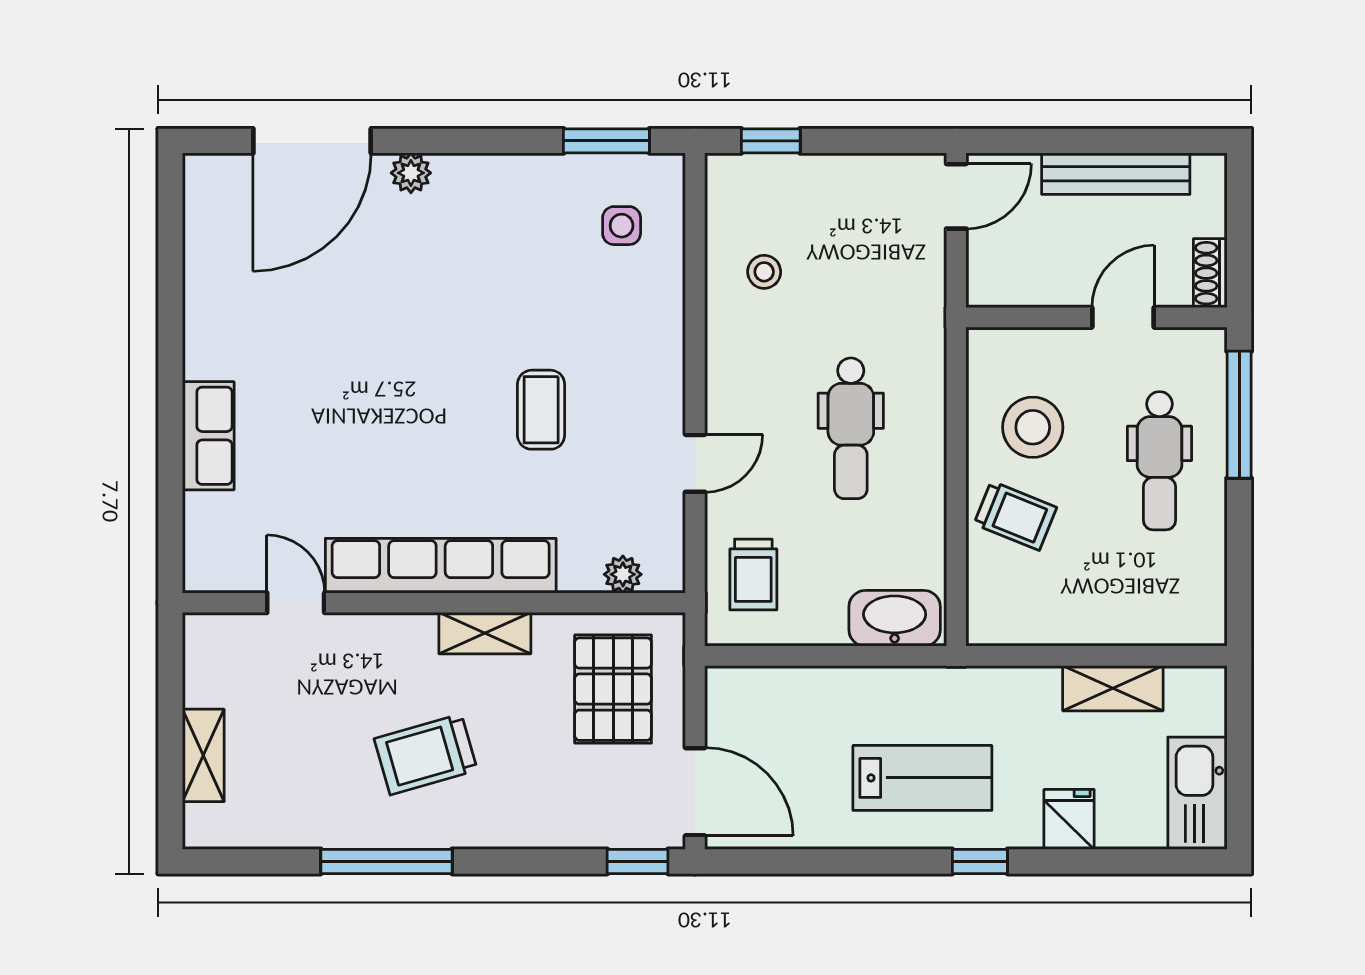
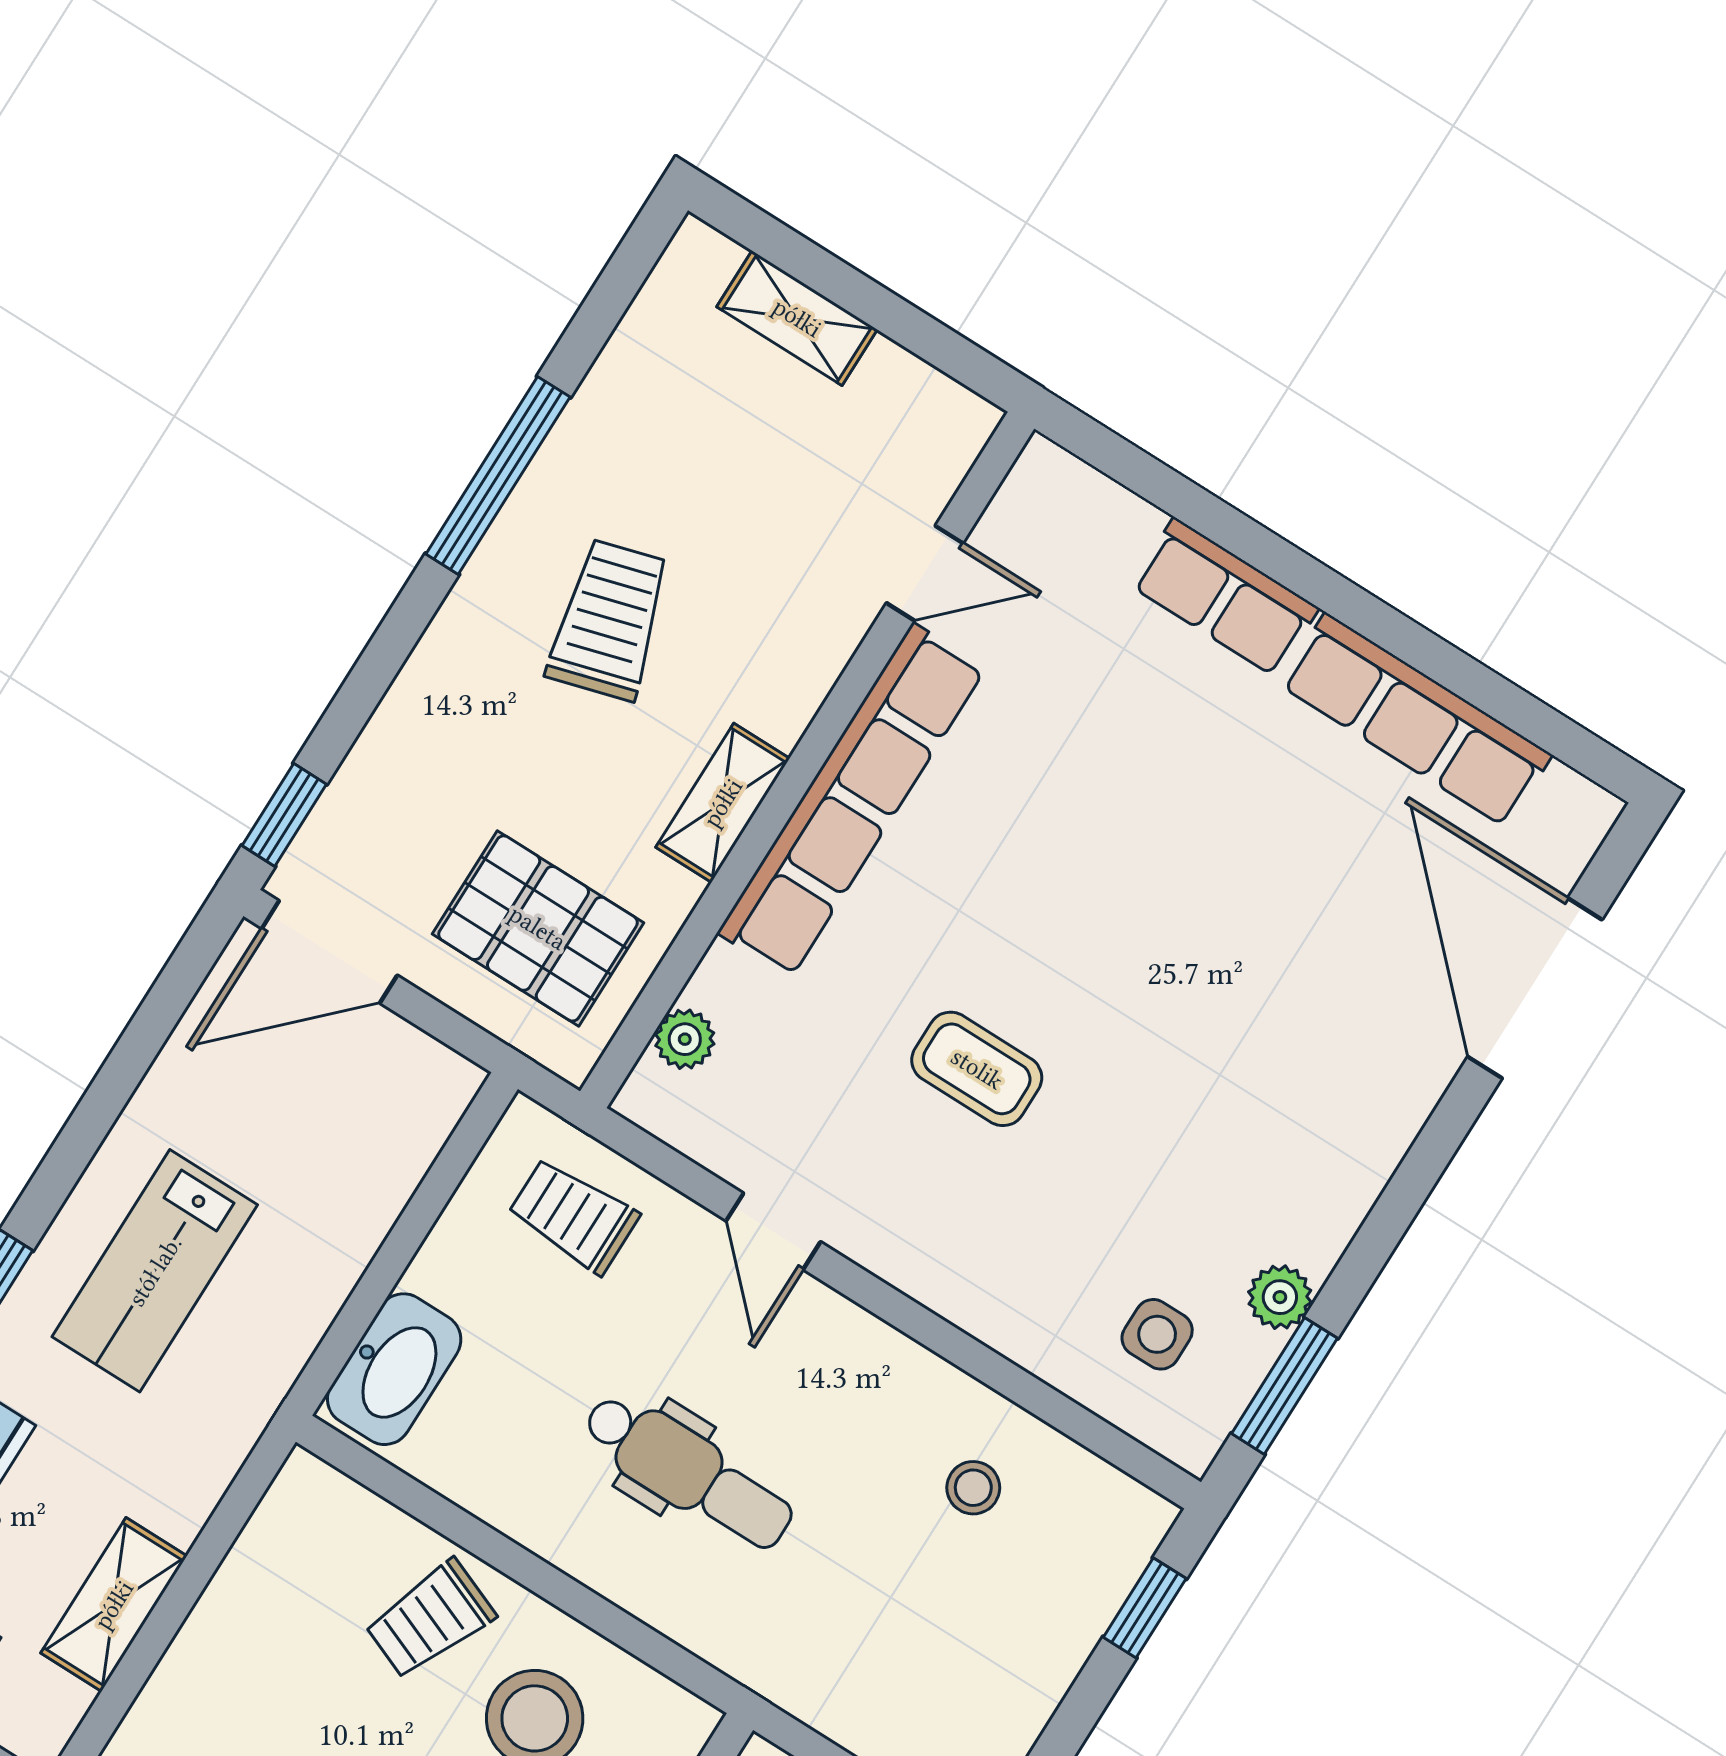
plant: (411, 173) -> (1280, 1297), moved
row of seats: (210, 293) -> (1416, 720), added
dental chair: (851, 428) -> (688, 1472), turned 180

